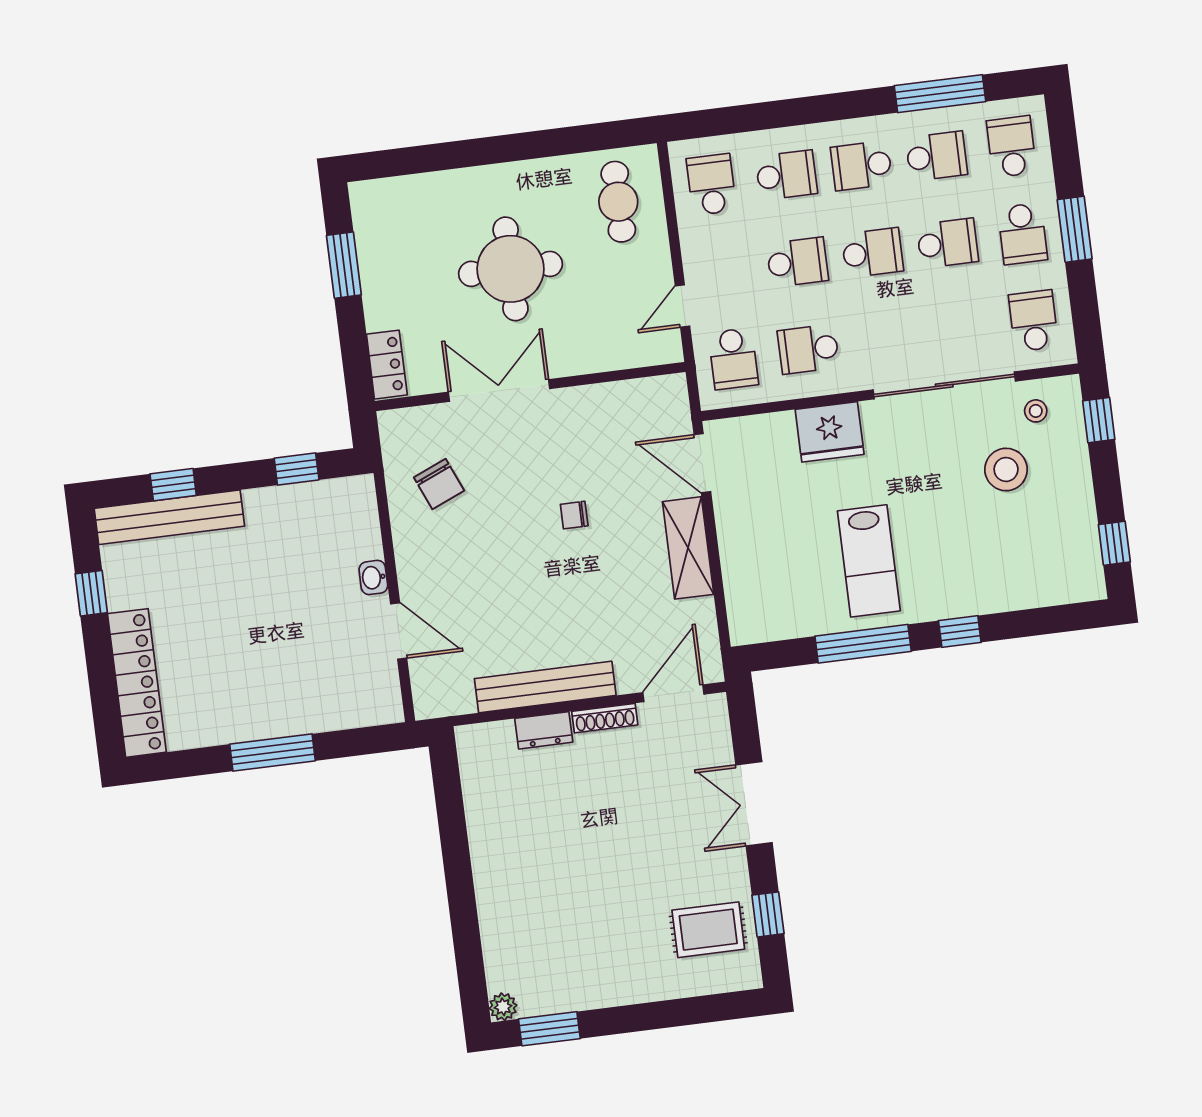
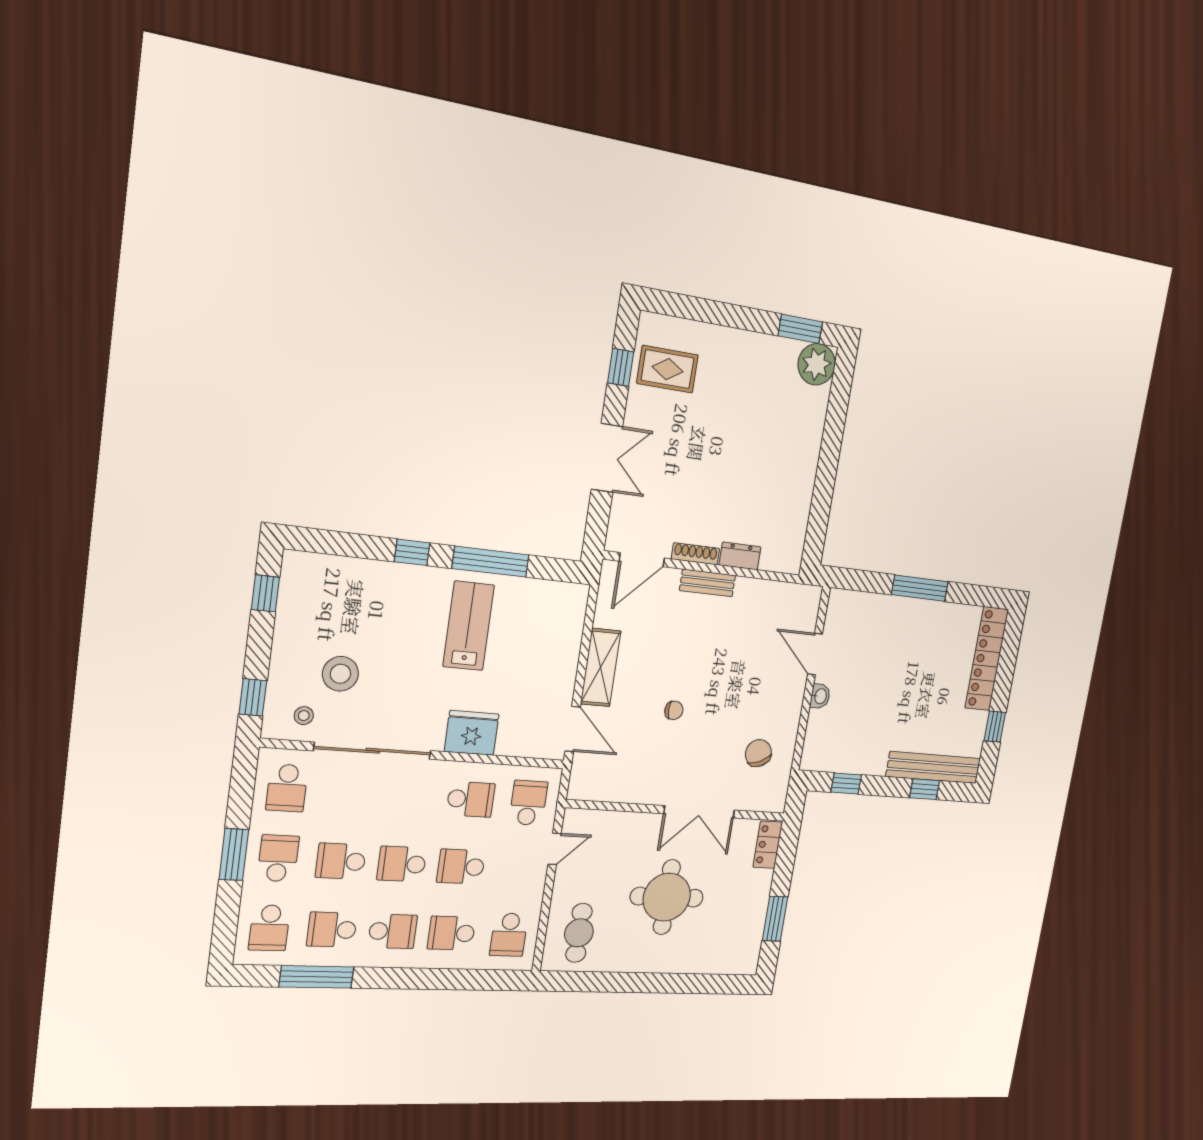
bench: (545, 687) -> (708, 583), width x0.54, depth x0.82
plant: (503, 1007) -> (817, 364), width x1.88, depth x1.88

